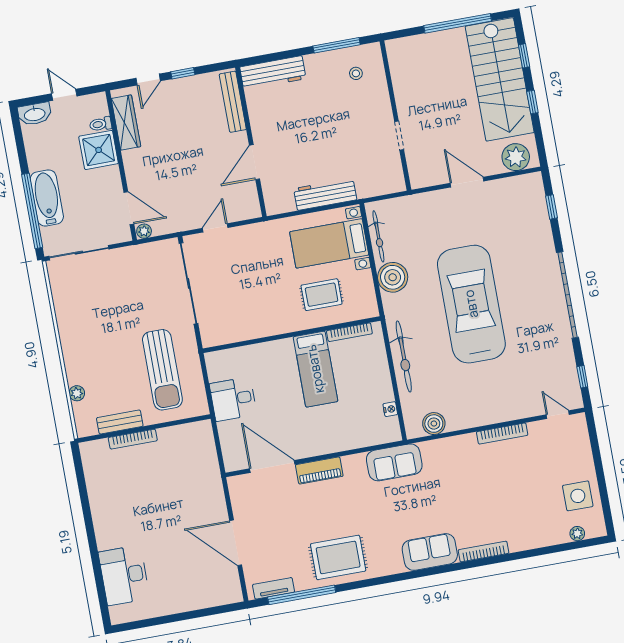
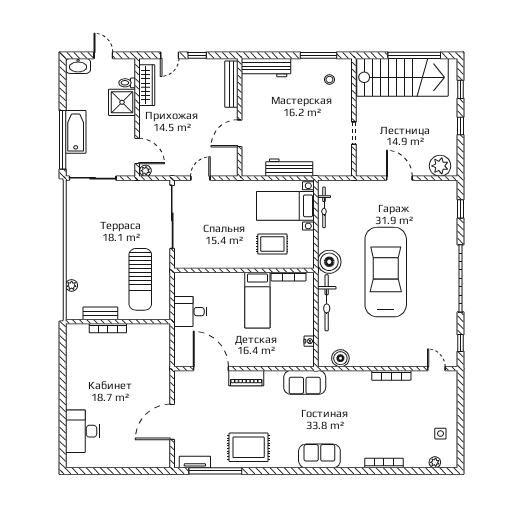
stairs: (500, 79) -> (402, 77), moved, turned -90
boiler: (393, 277) -> (329, 262), moved
side table: (578, 496) -> (440, 434), width x0.54, depth x0.54
door: (236, 543) -> (172, 422), hinge flipped
bookcase: (483, 552) -> (384, 463), moved

